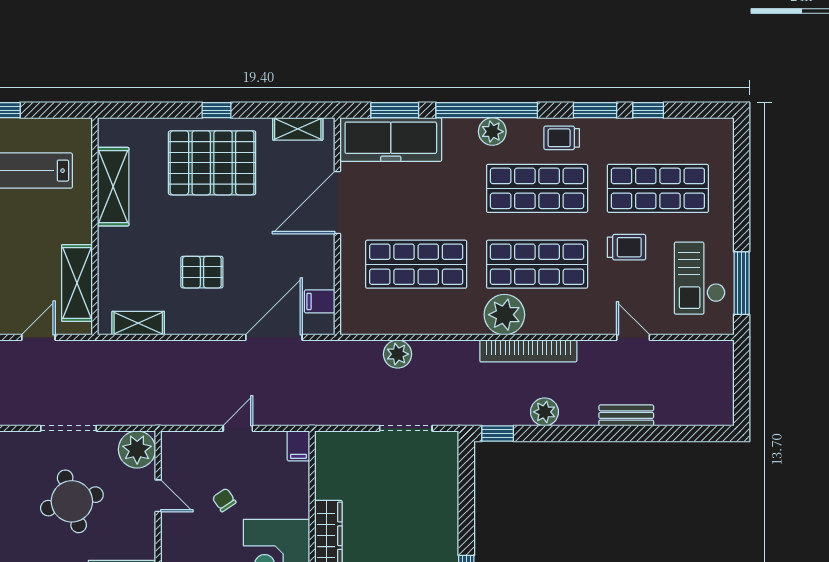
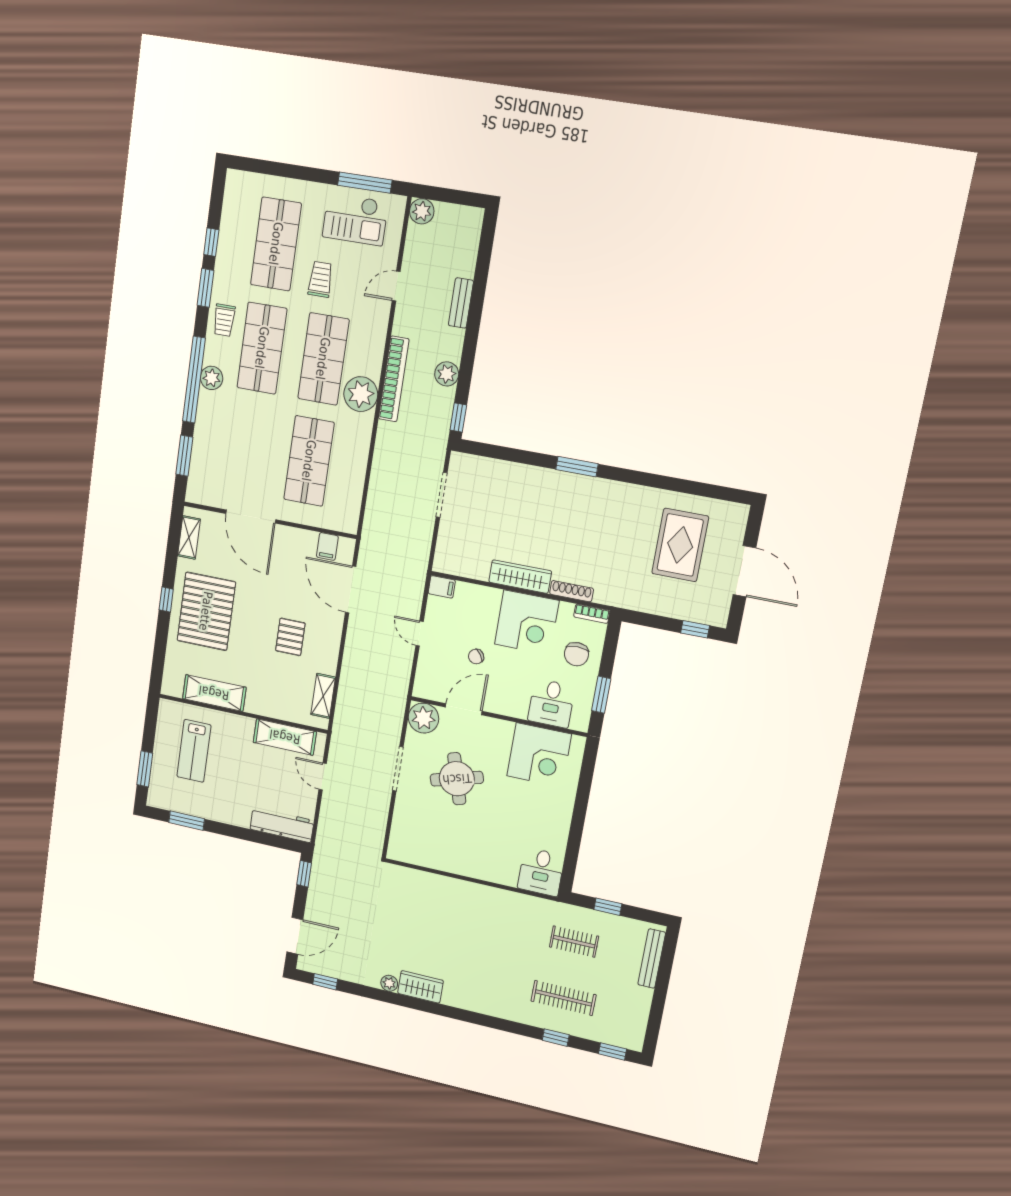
freezer: (391, 139) -> (207, 463), removed
plant: (397, 354) -> (422, 211), moved
door: (158, 496) -> (464, 709), width x1.38

